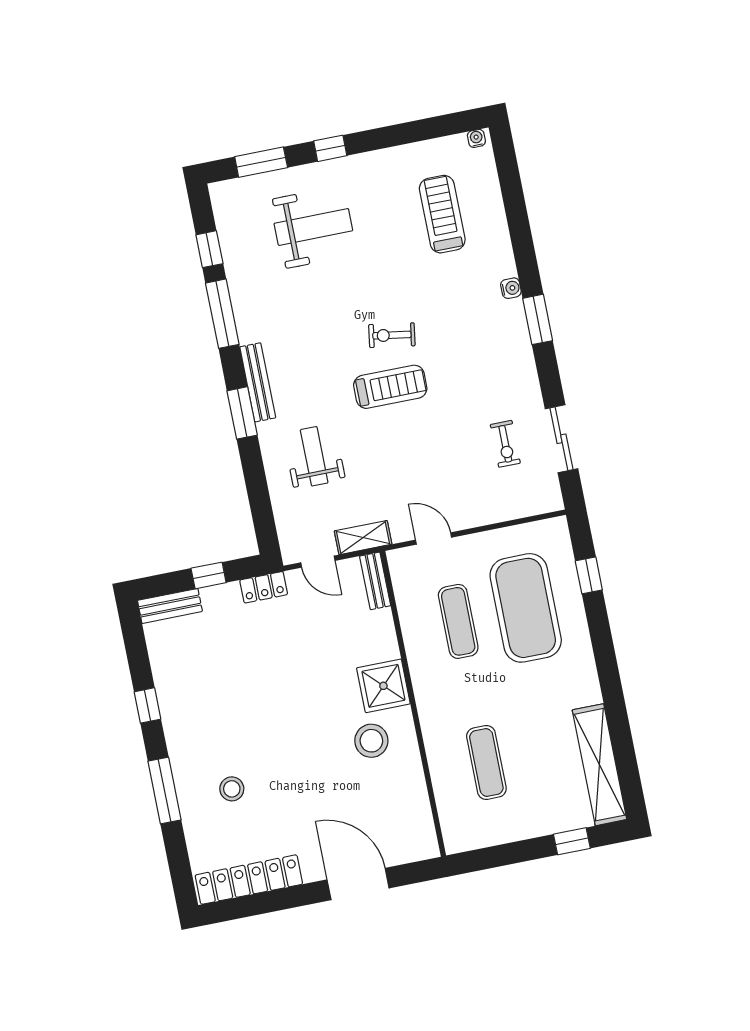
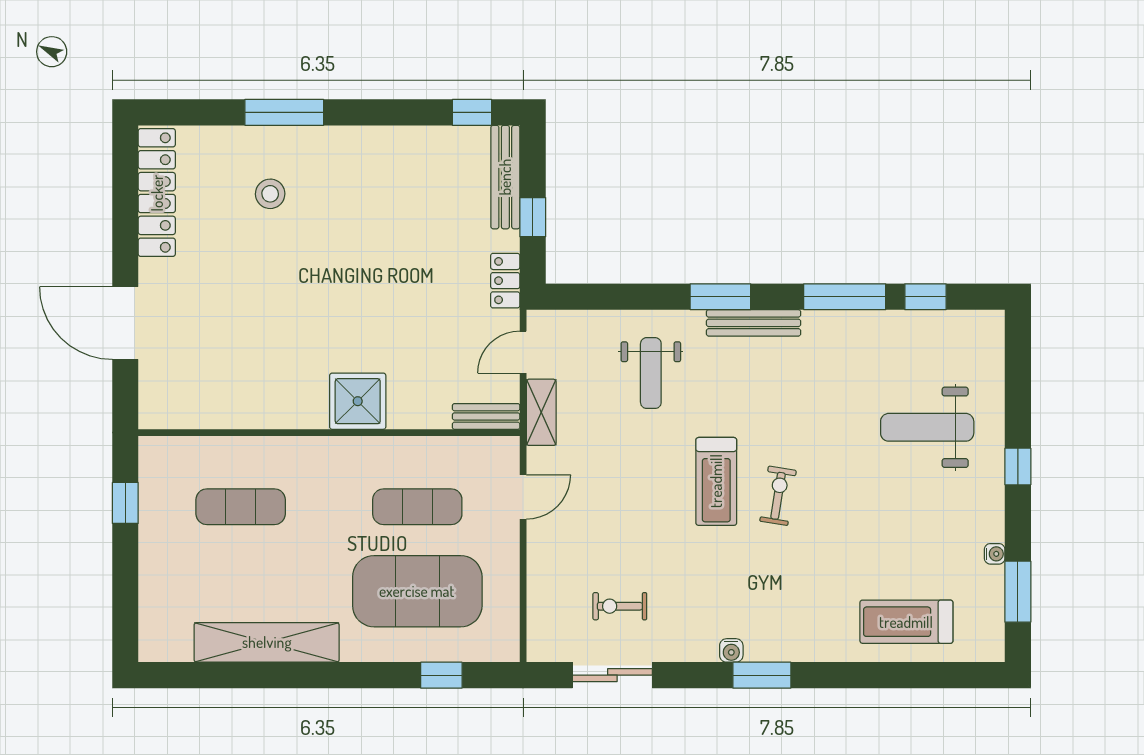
water cooler: (476, 138) -> (995, 554), moved
window: (261, 162) -> (1018, 592), moved
treadmill: (442, 214) -> (906, 622), moved, turned 180
weight bench: (313, 227) -> (927, 427), turned 90
water cooler: (511, 288) -> (731, 650), moved
weight bench: (314, 456) -> (651, 373), turned 90
bench: (170, 606) -> (505, 177), width x1.36
window: (148, 705) -> (472, 112), moved
stool: (371, 741) -> (295, 373), removed
shelving: (599, 765) -> (267, 642), moved
window: (572, 841) -> (125, 503), moved
door: (358, 884) -> (125, 323), swing flipped

